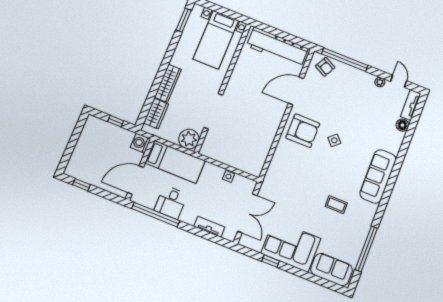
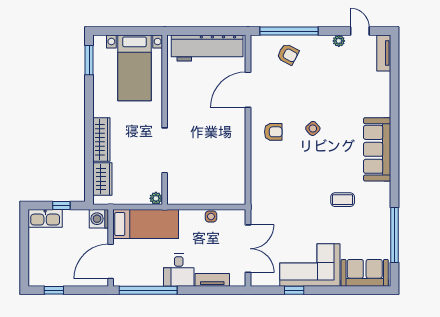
armchair: (325, 67) -> (288, 54), moved
floor lamp: (402, 125) -> (383, 80), removed
kitchen sink: (99, 126) -> (45, 218), added
armchair: (303, 131) -> (273, 132), width x0.53, depth x0.53
plant: (189, 139) -> (156, 198), width x0.53, depth x0.53
desk: (171, 202) -> (179, 270), moved

